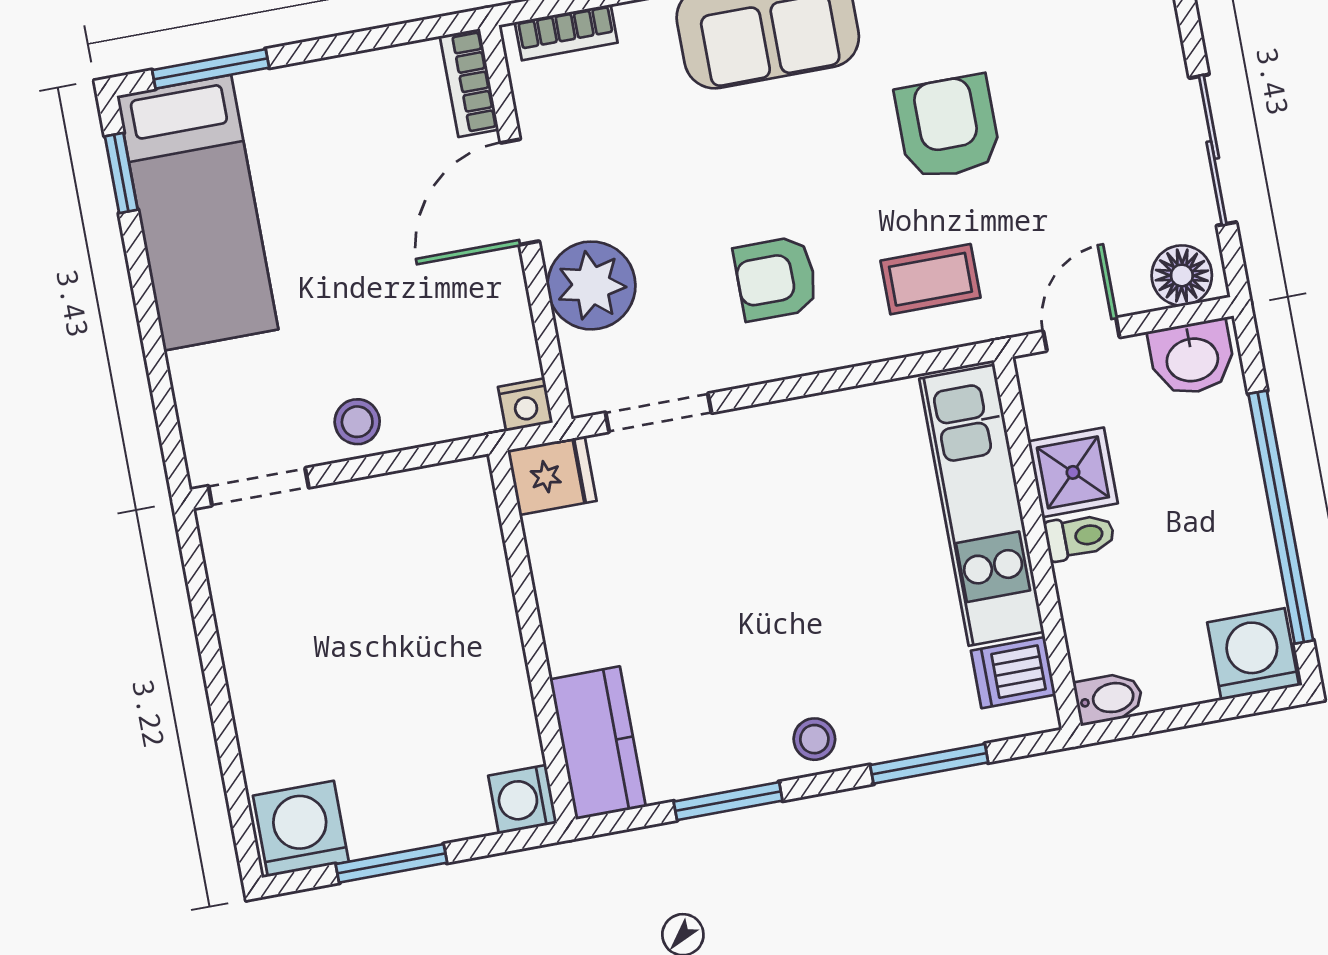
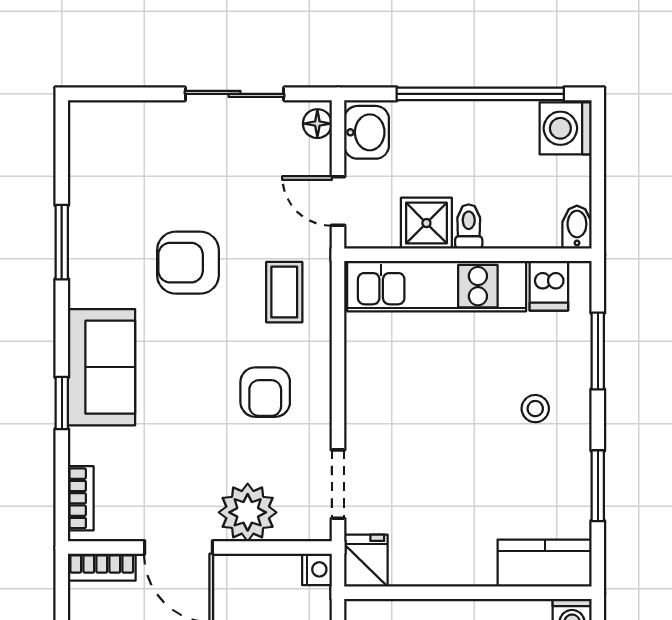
floor lamp: (1182, 275) -> (317, 124), width x0.73, depth x0.73
stool: (814, 739) -> (535, 409), moved

